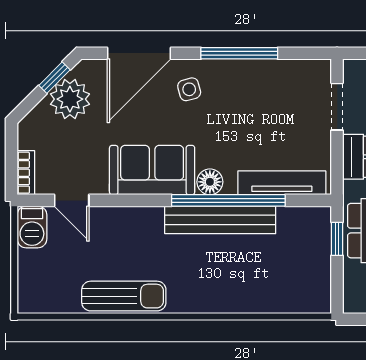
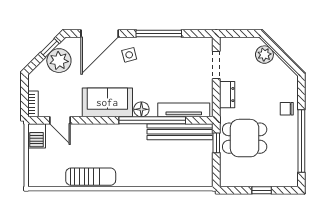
bench: (220, 220) -> (180, 132), moved

